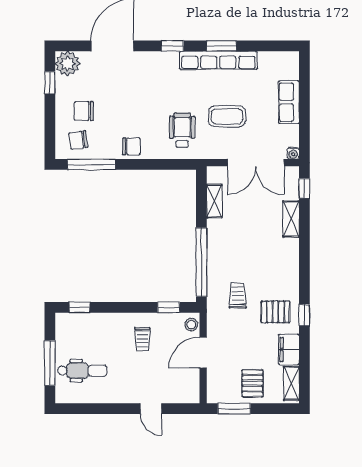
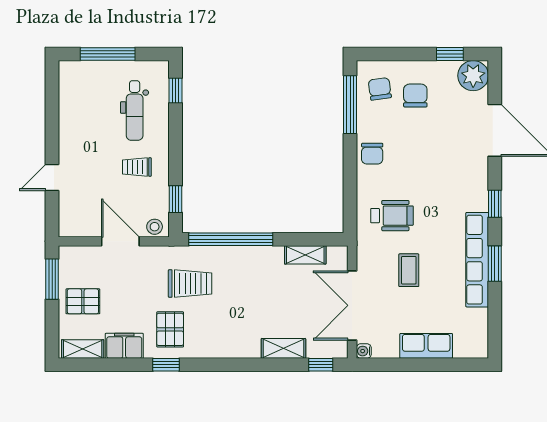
coffee table: (227, 116) -> (409, 270), width x0.73, depth x0.77
trolley: (238, 295) -> (190, 283), width x1.36, depth x1.39
dental chair: (82, 371) -> (135, 111), moved

